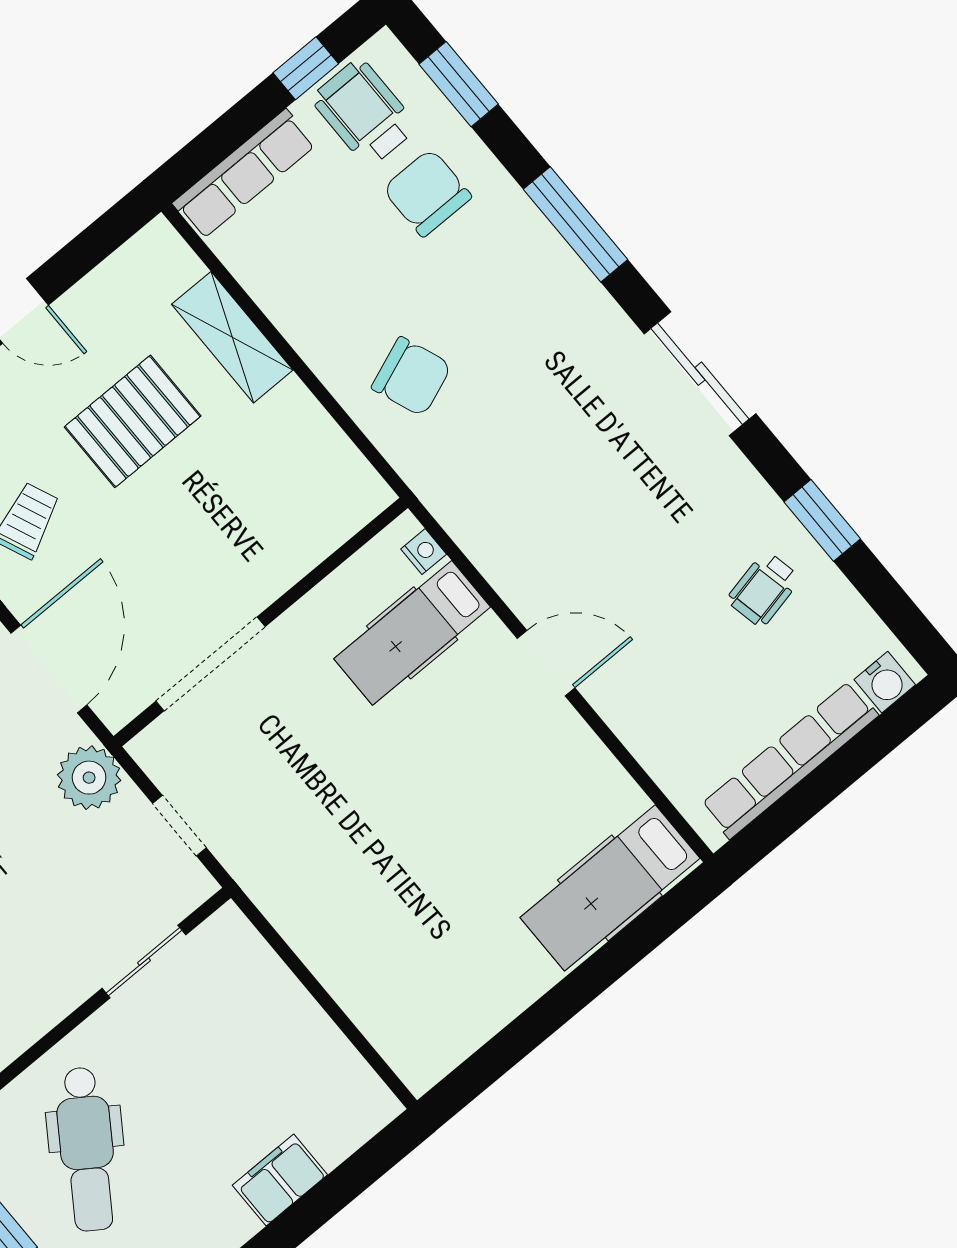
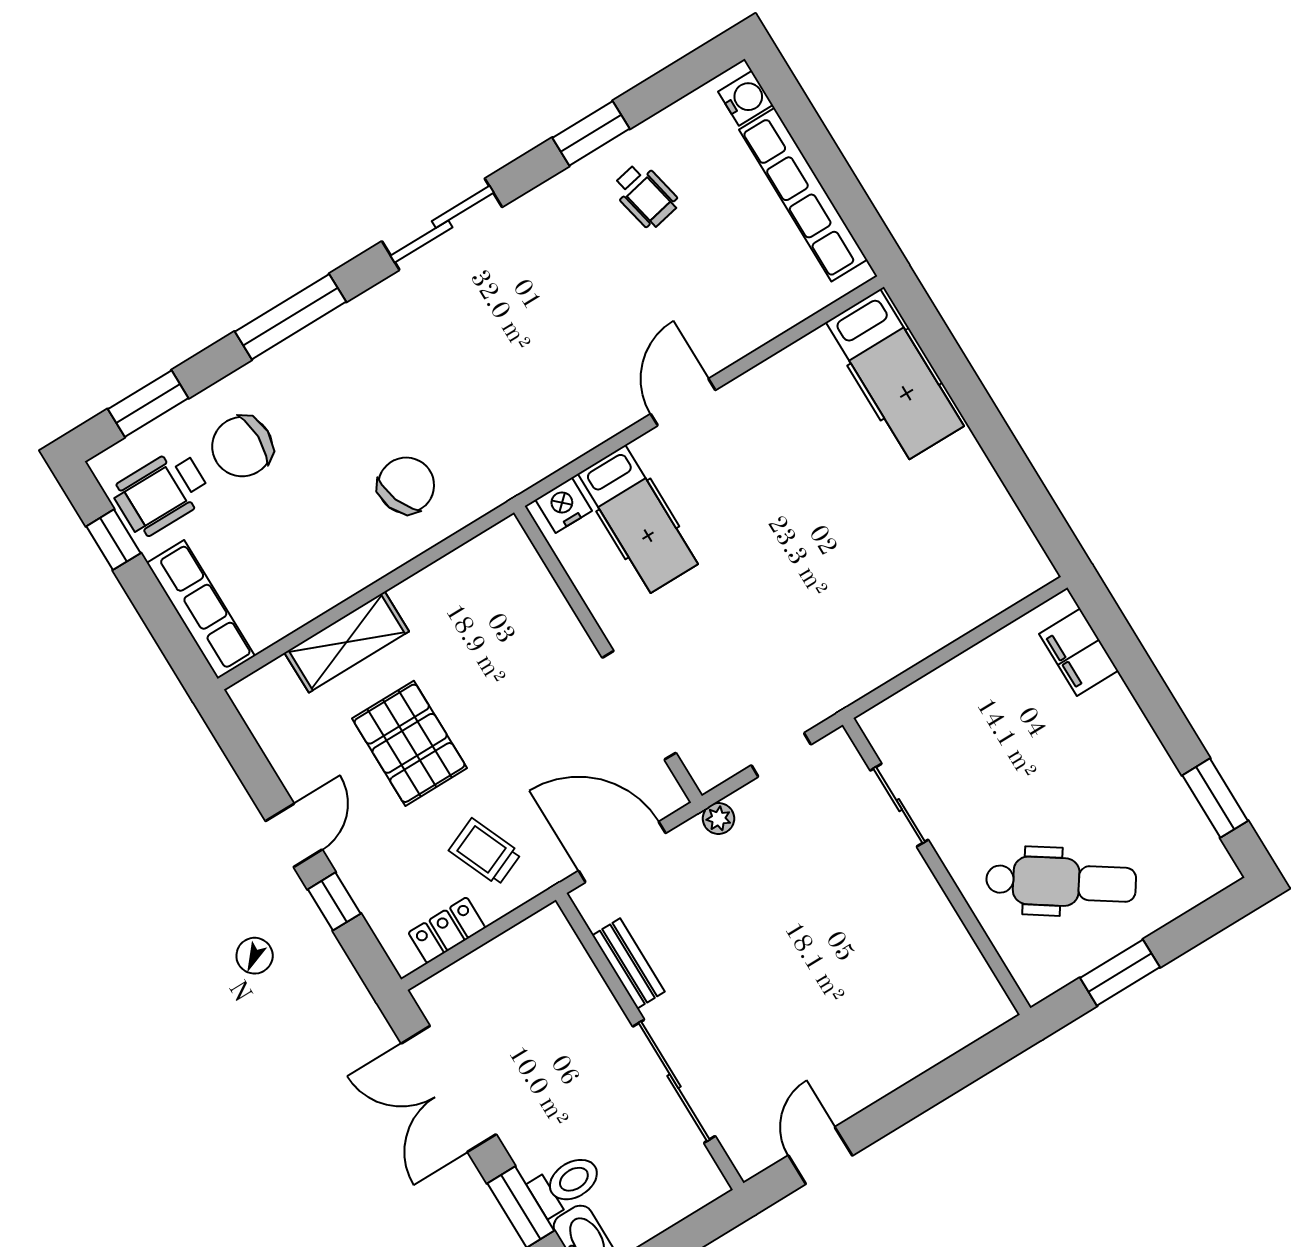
nightstand: (424, 552) -> (564, 505), width x1.39, depth x1.35
plant: (89, 778) -> (718, 819), width x0.53, depth x0.53
filing cabinet: (280, 1180) -> (1079, 652), moved

